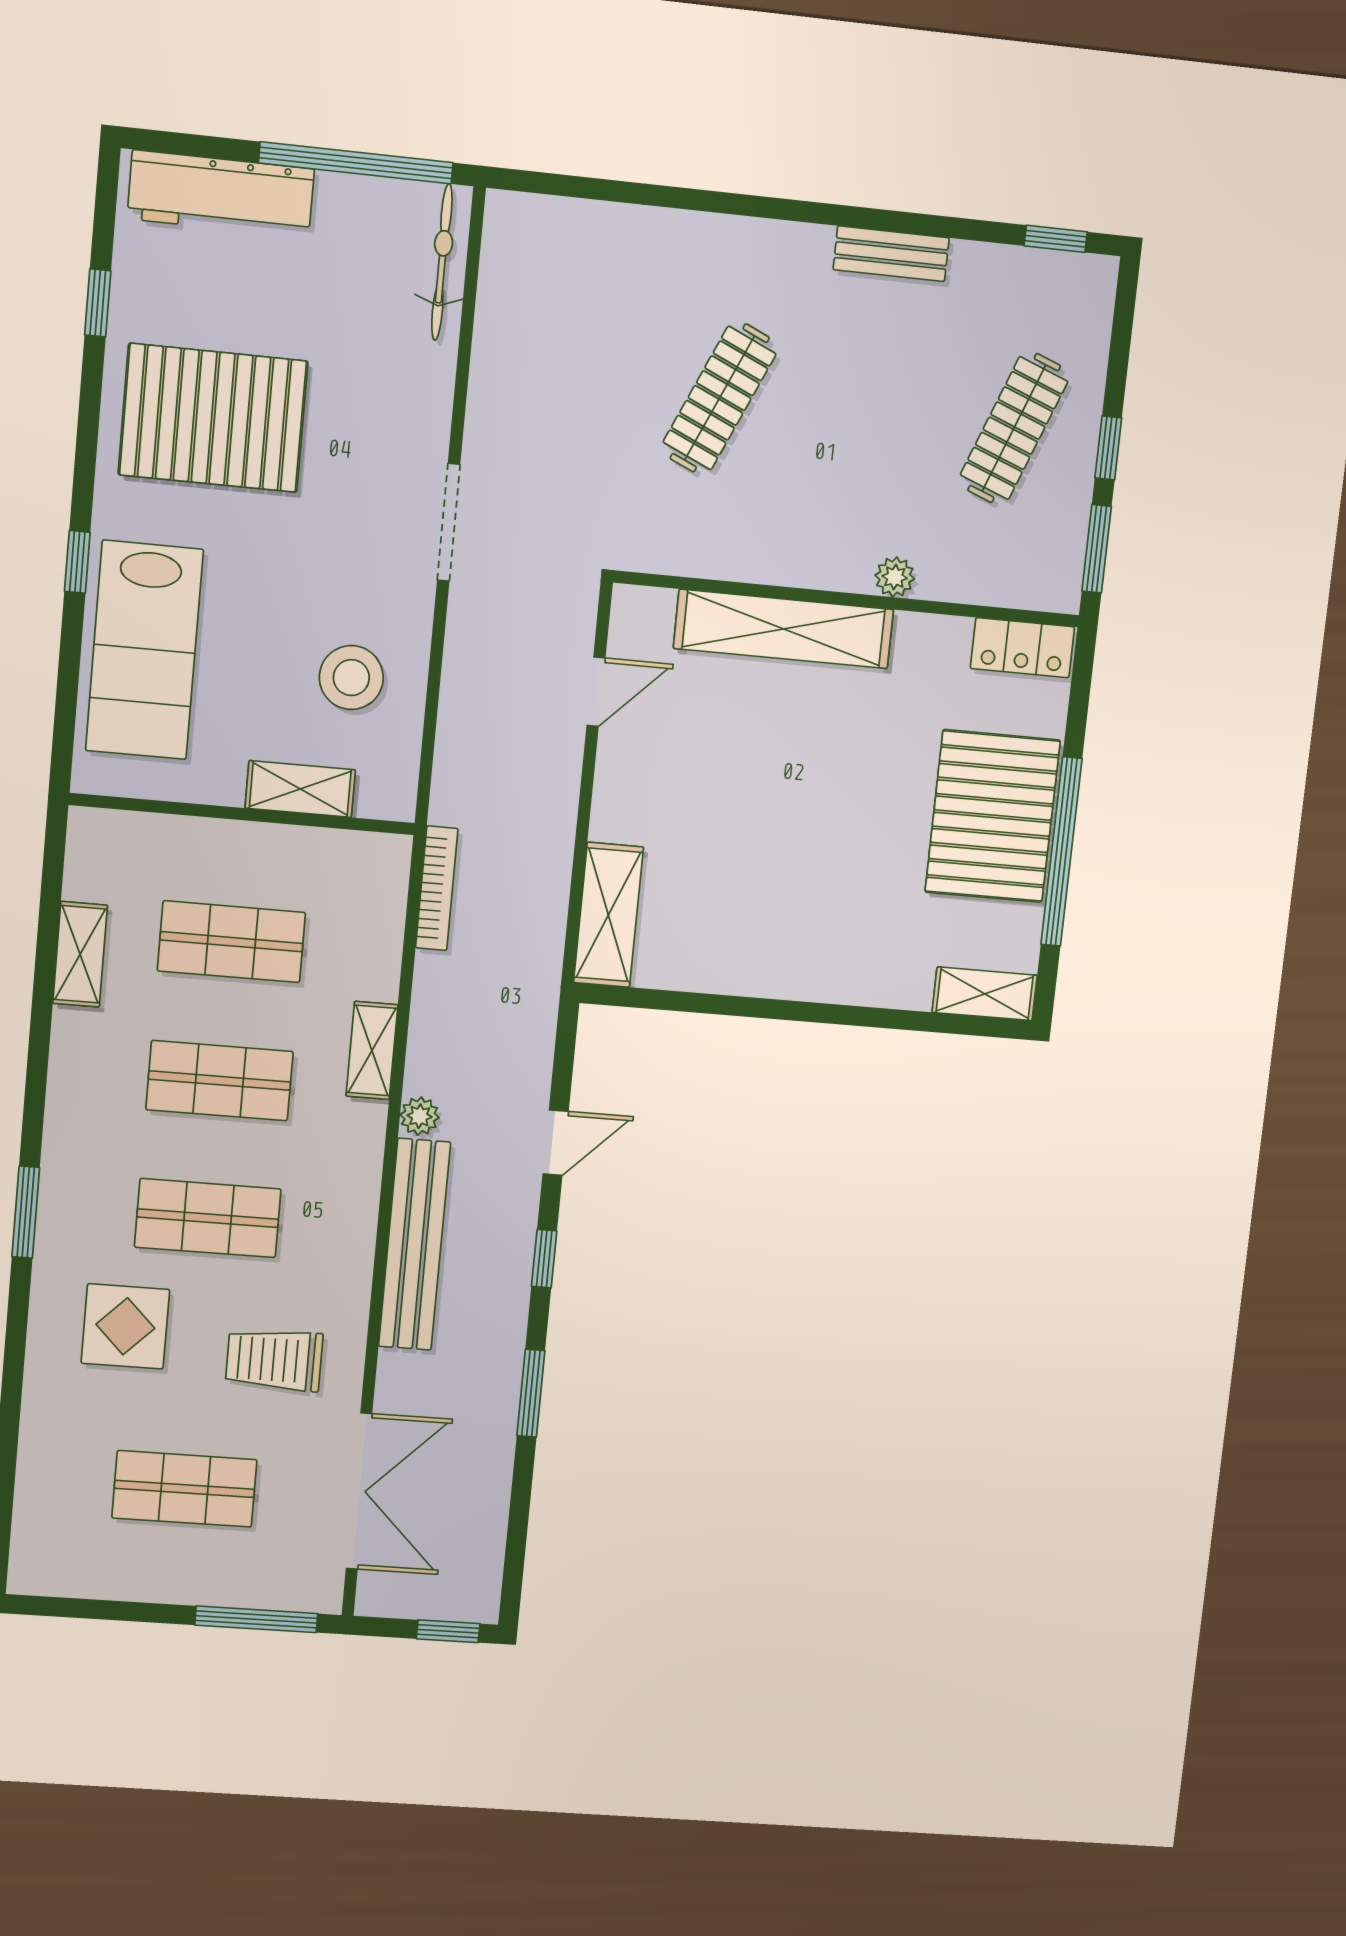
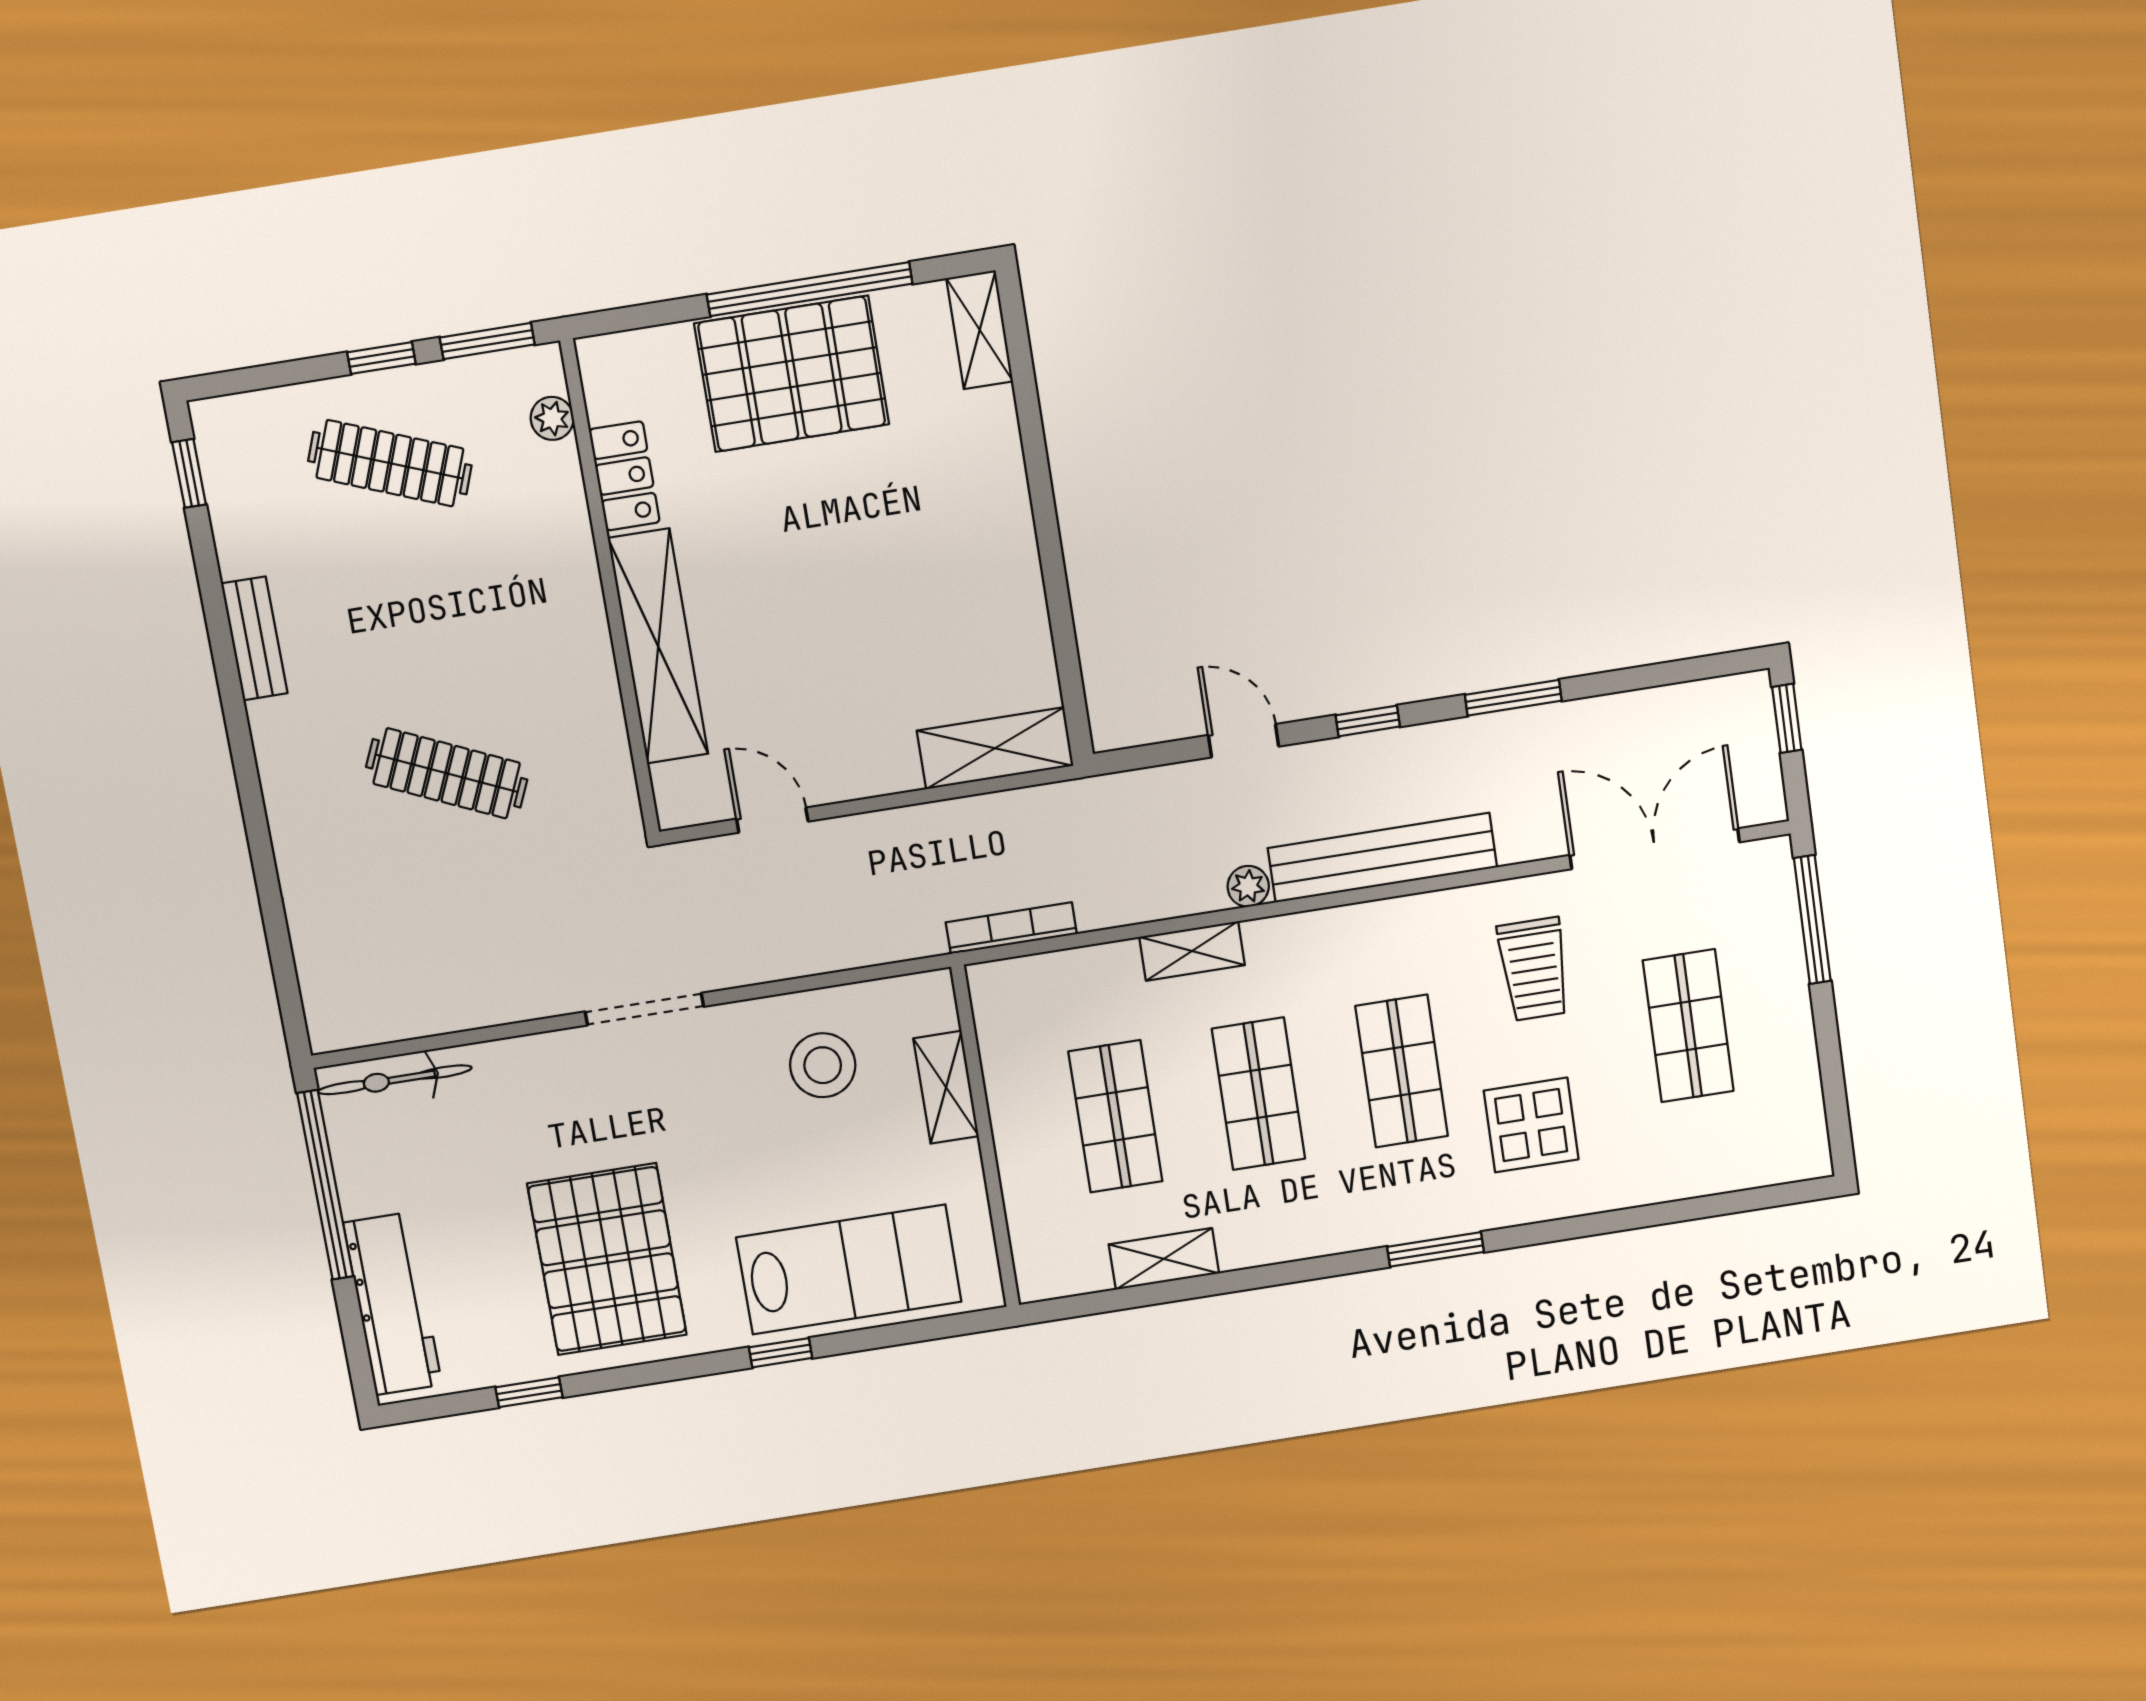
plant: (895, 577) -> (552, 418), moved
locker: (1022, 648) -> (624, 476), moved

